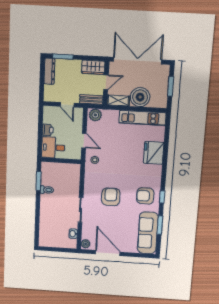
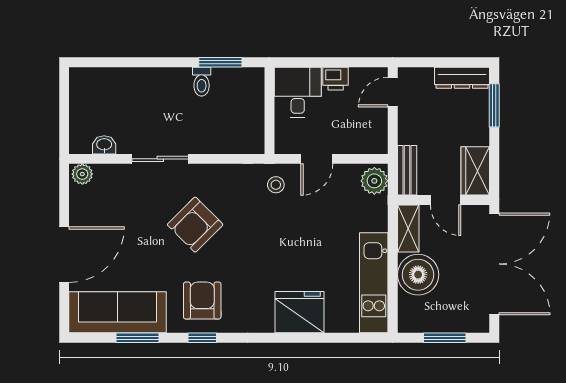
door: (67, 105) -> (393, 92), moved
armchair: (111, 197) -> (195, 225), turned 135
door: (108, 253) -> (64, 255), moved

